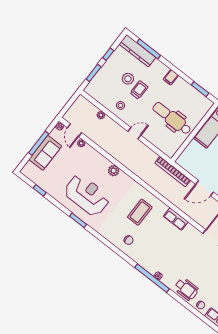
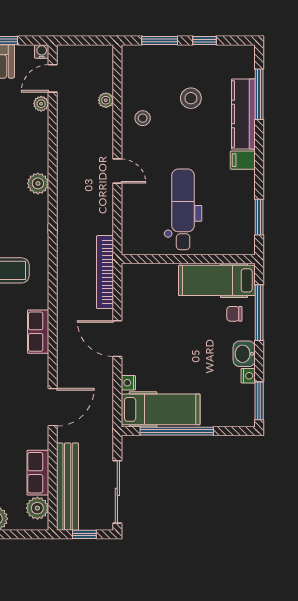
kitchen counter: (137, 51) -> (243, 114), moved
trolley: (139, 90) -> (187, 128), removed

